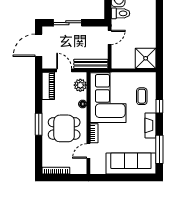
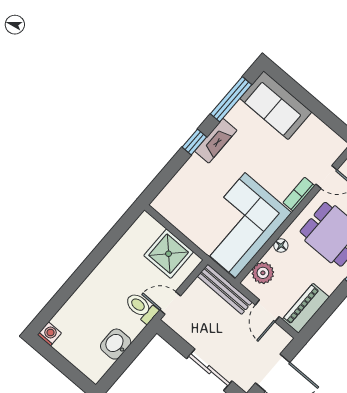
toilet: (121, 13) -> (141, 308), moved
shower: (146, 58) -> (169, 254), moved
coffee table: (142, 96) -> (194, 189), removed
window: (159, 106) -> (194, 142), moved
sofa: (131, 164) -> (276, 105), width x0.73

